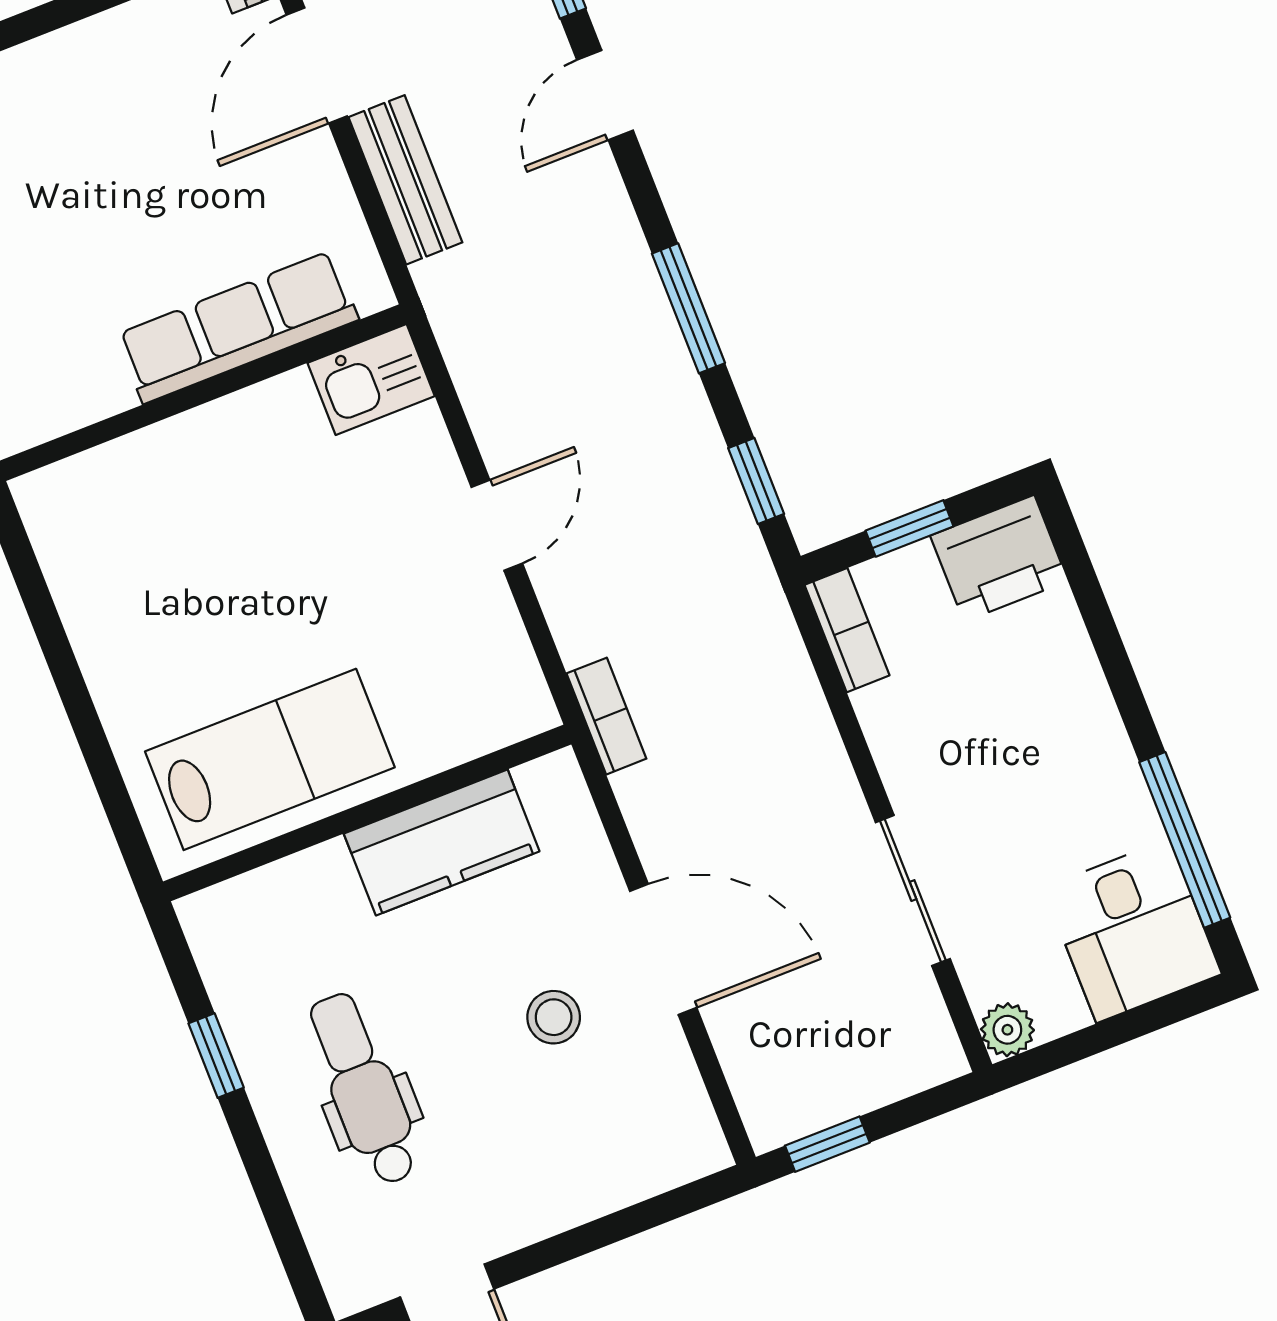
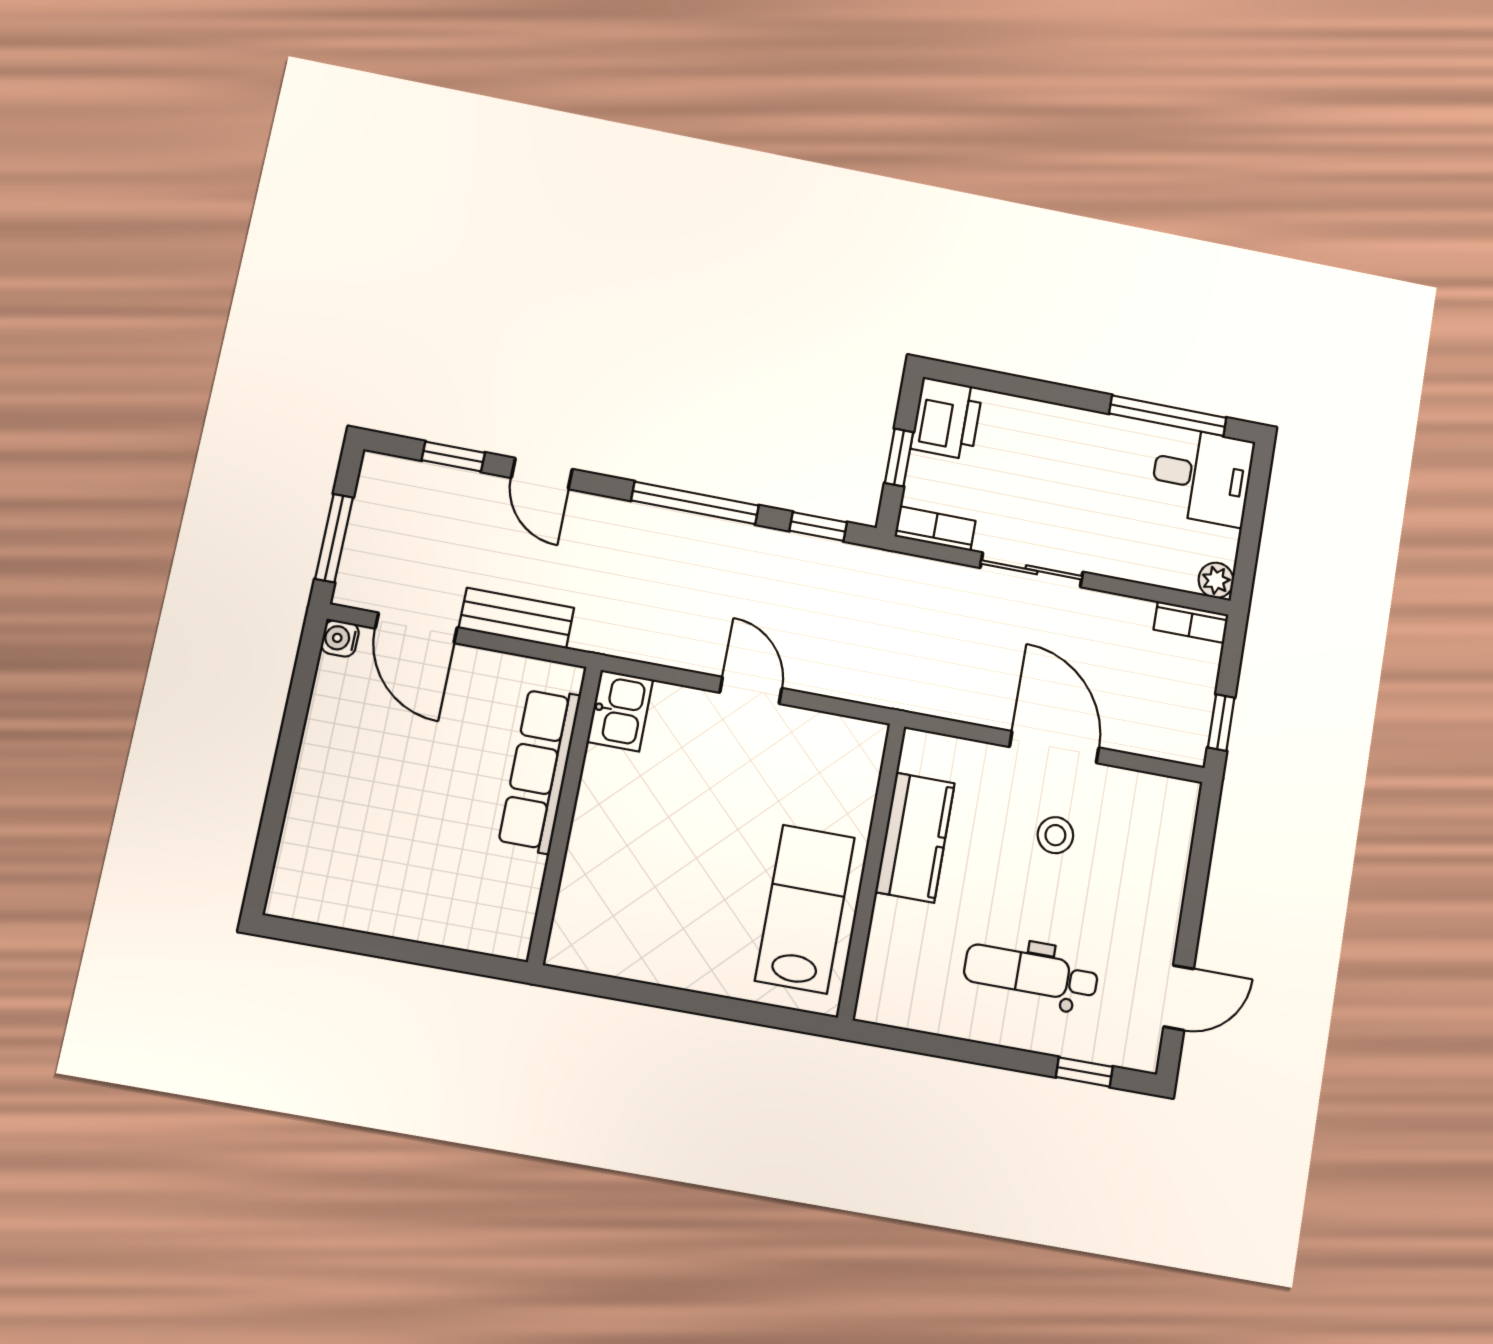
window: (688, 308) -> (695, 503), width x1.44
bookcase: (606, 716) -> (1191, 622), moved, turned 180
sliding door: (913, 891) -> (1032, 570), moved
door: (663, 949) -> (1054, 747), hinge flipped
window: (216, 1056) -> (1084, 1072), moved

